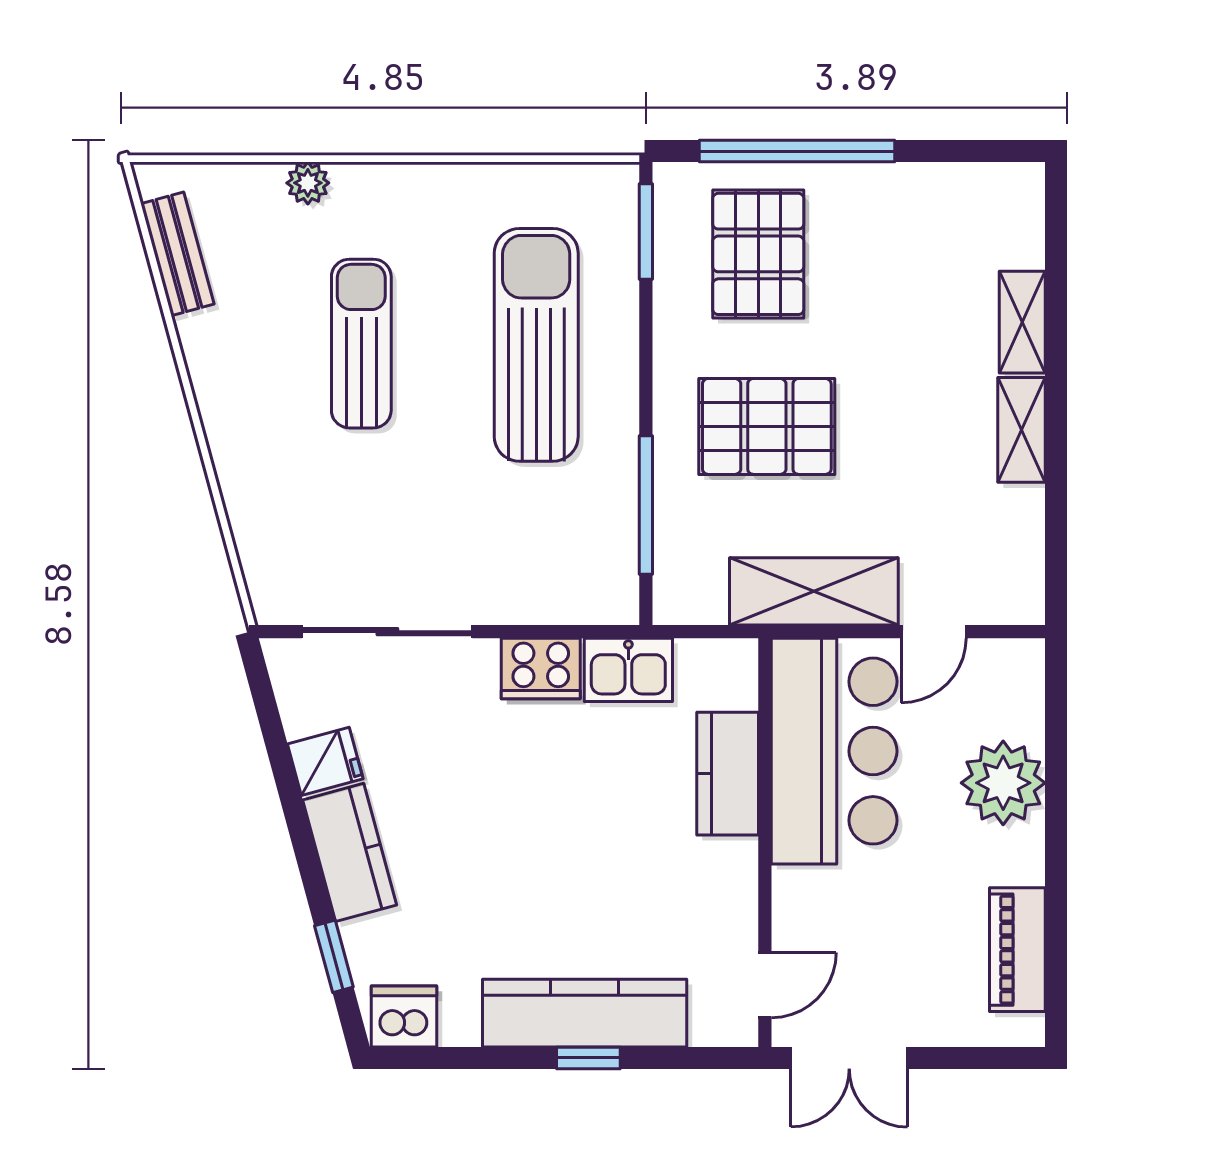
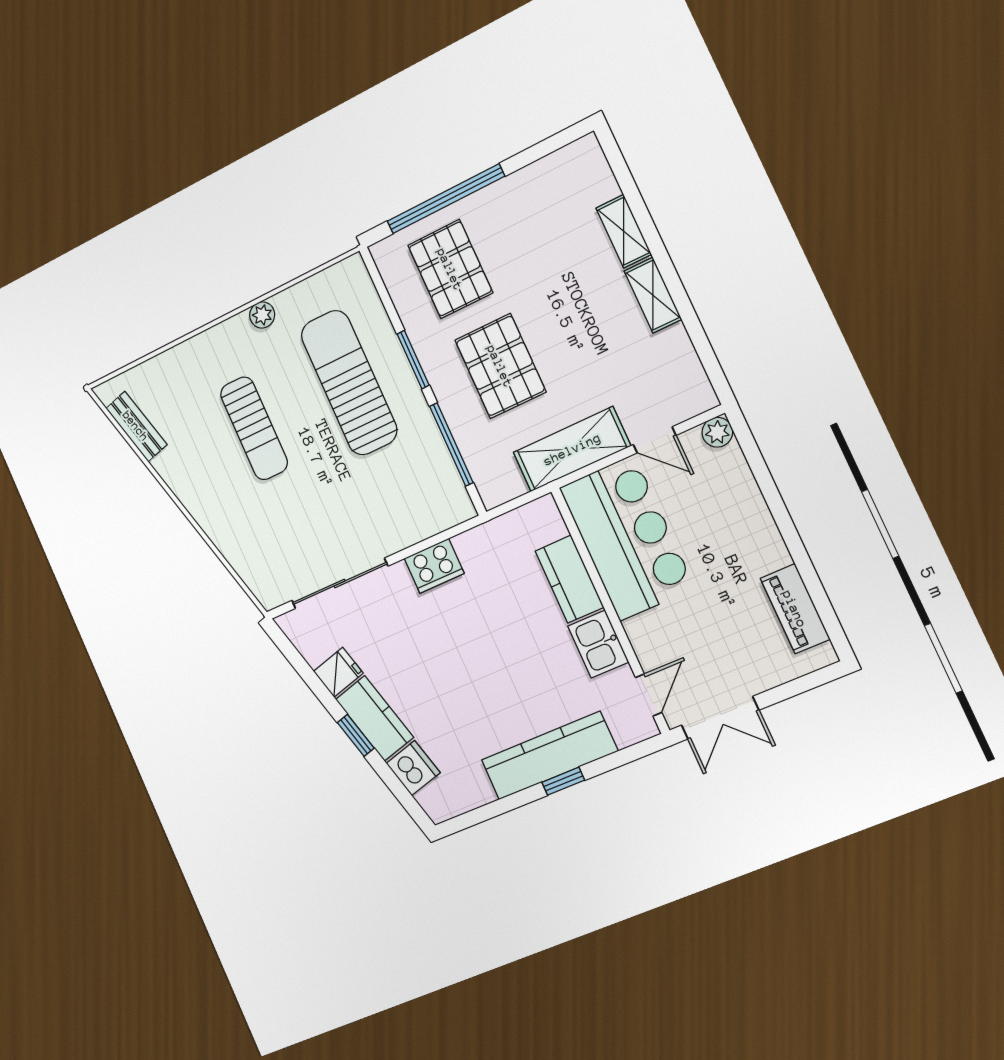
plant: (308, 183) -> (262, 315), moved
window: (646, 232) -> (413, 360), moved
sun lounger: (361, 344) -> (254, 428), turned 180
pallet: (767, 426) -> (500, 366), turned 90
door: (934, 632) -> (655, 440), hinge flipped
kitchen sink: (628, 670) -> (598, 644), moved, turned 90
plant: (1003, 783) -> (717, 432), moved, width x0.53, depth x0.53
window: (334, 956) -> (356, 735), moved
dishwasher: (404, 1017) -> (413, 768), moved, turned 75

